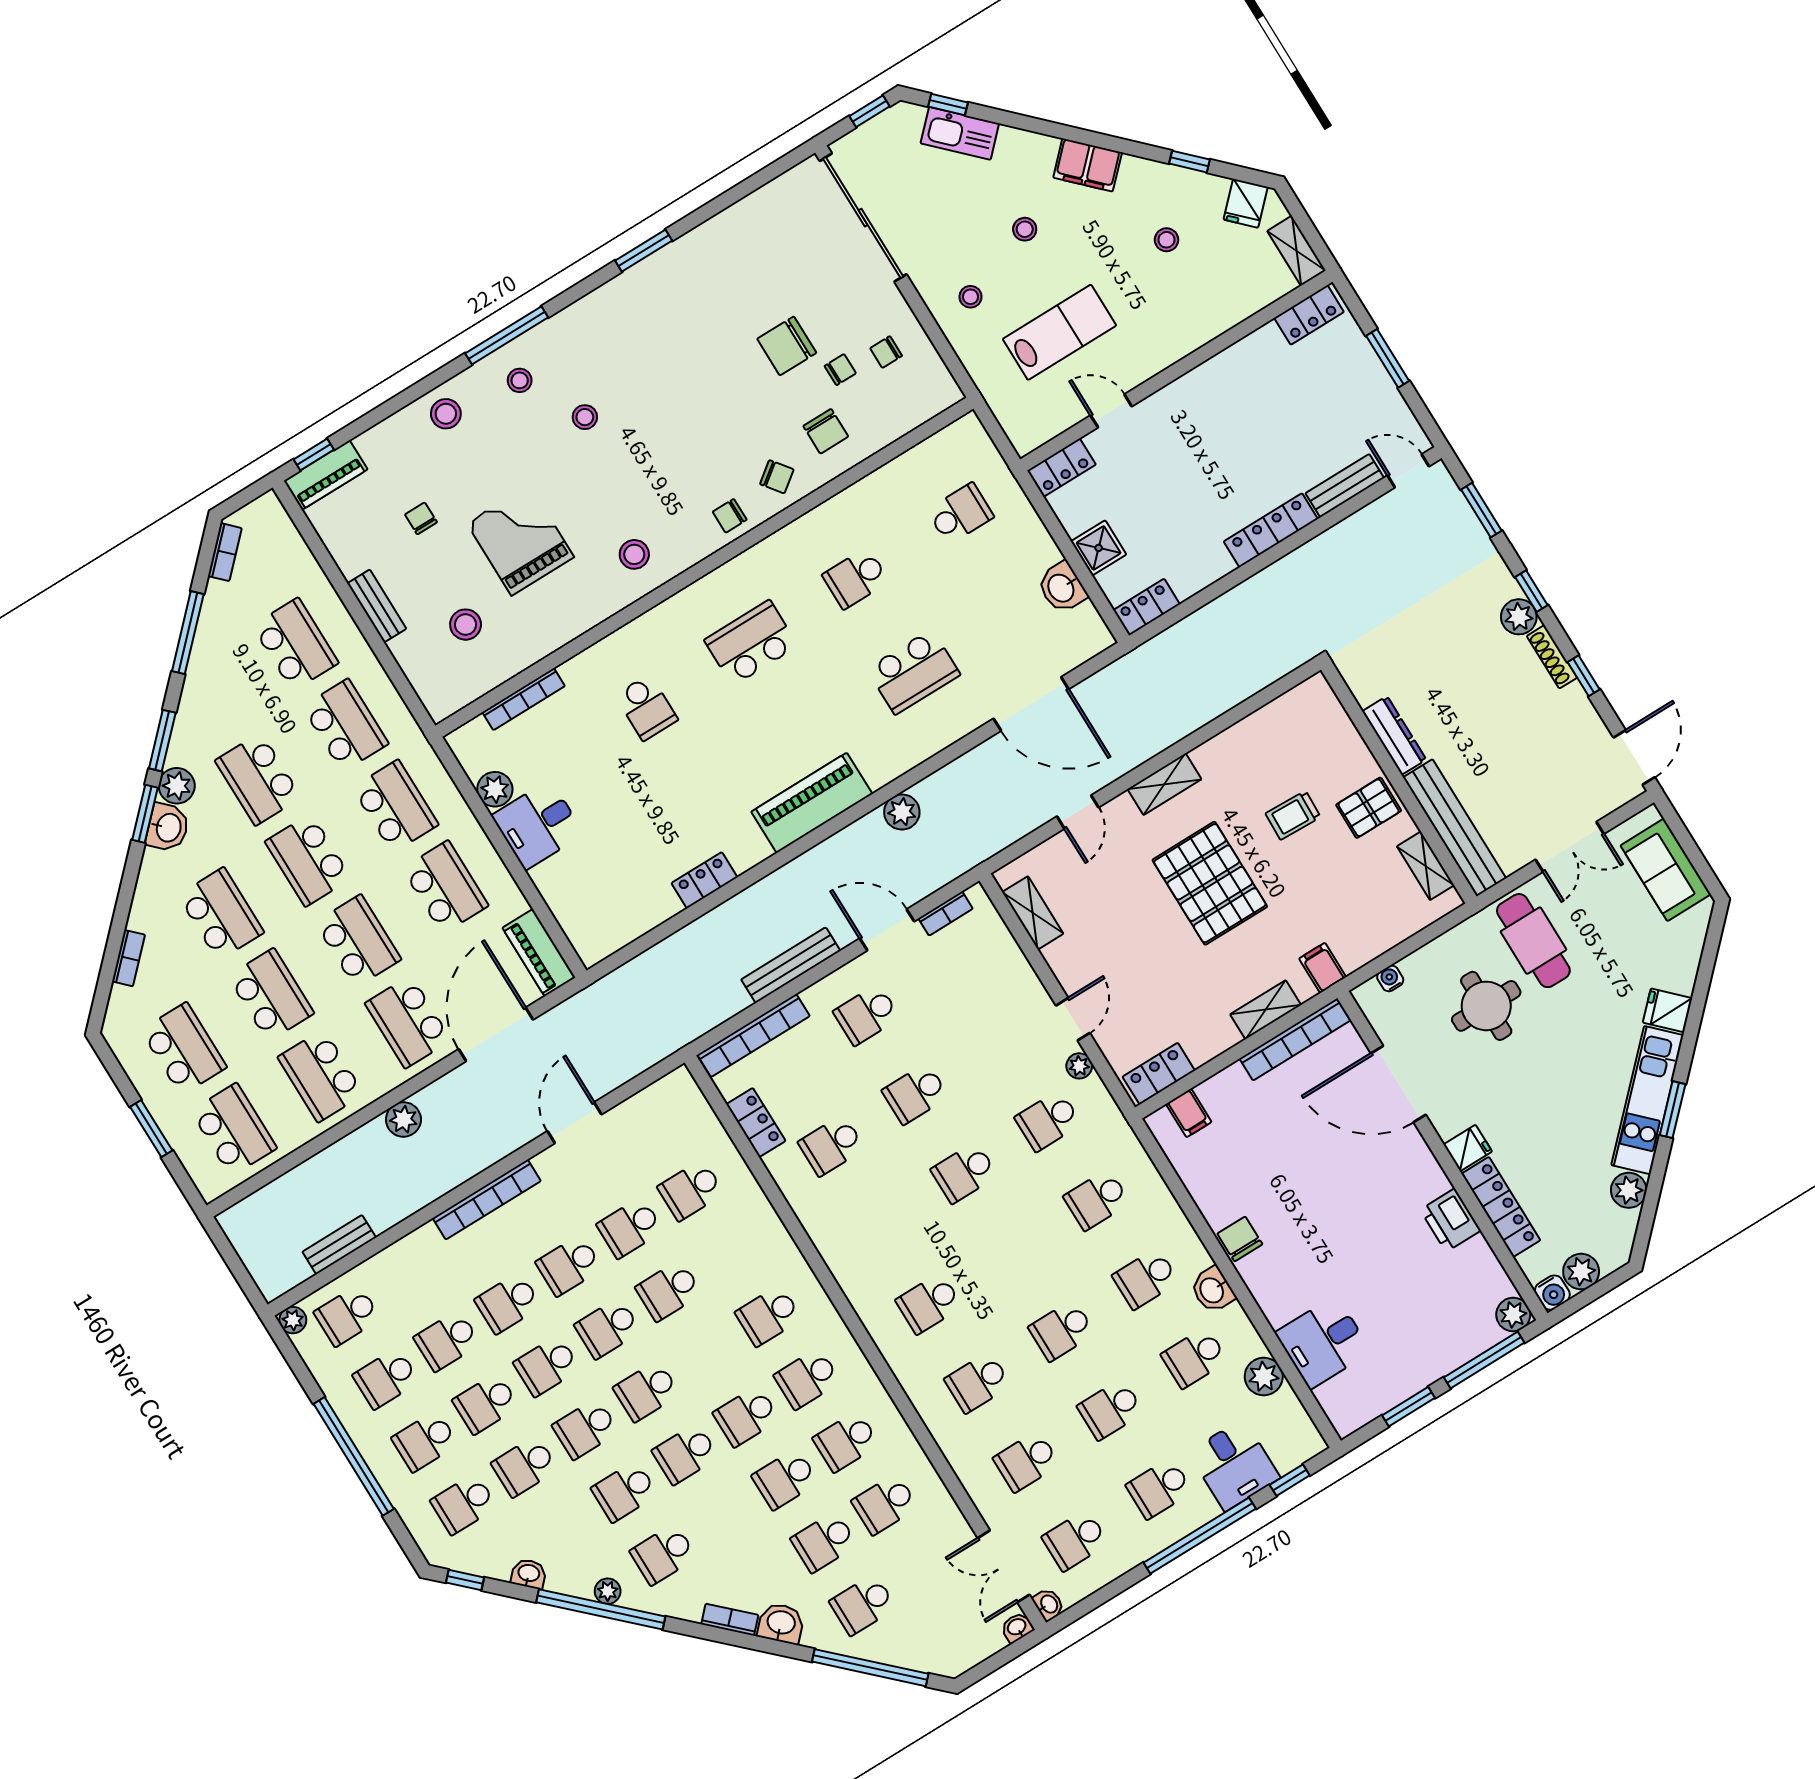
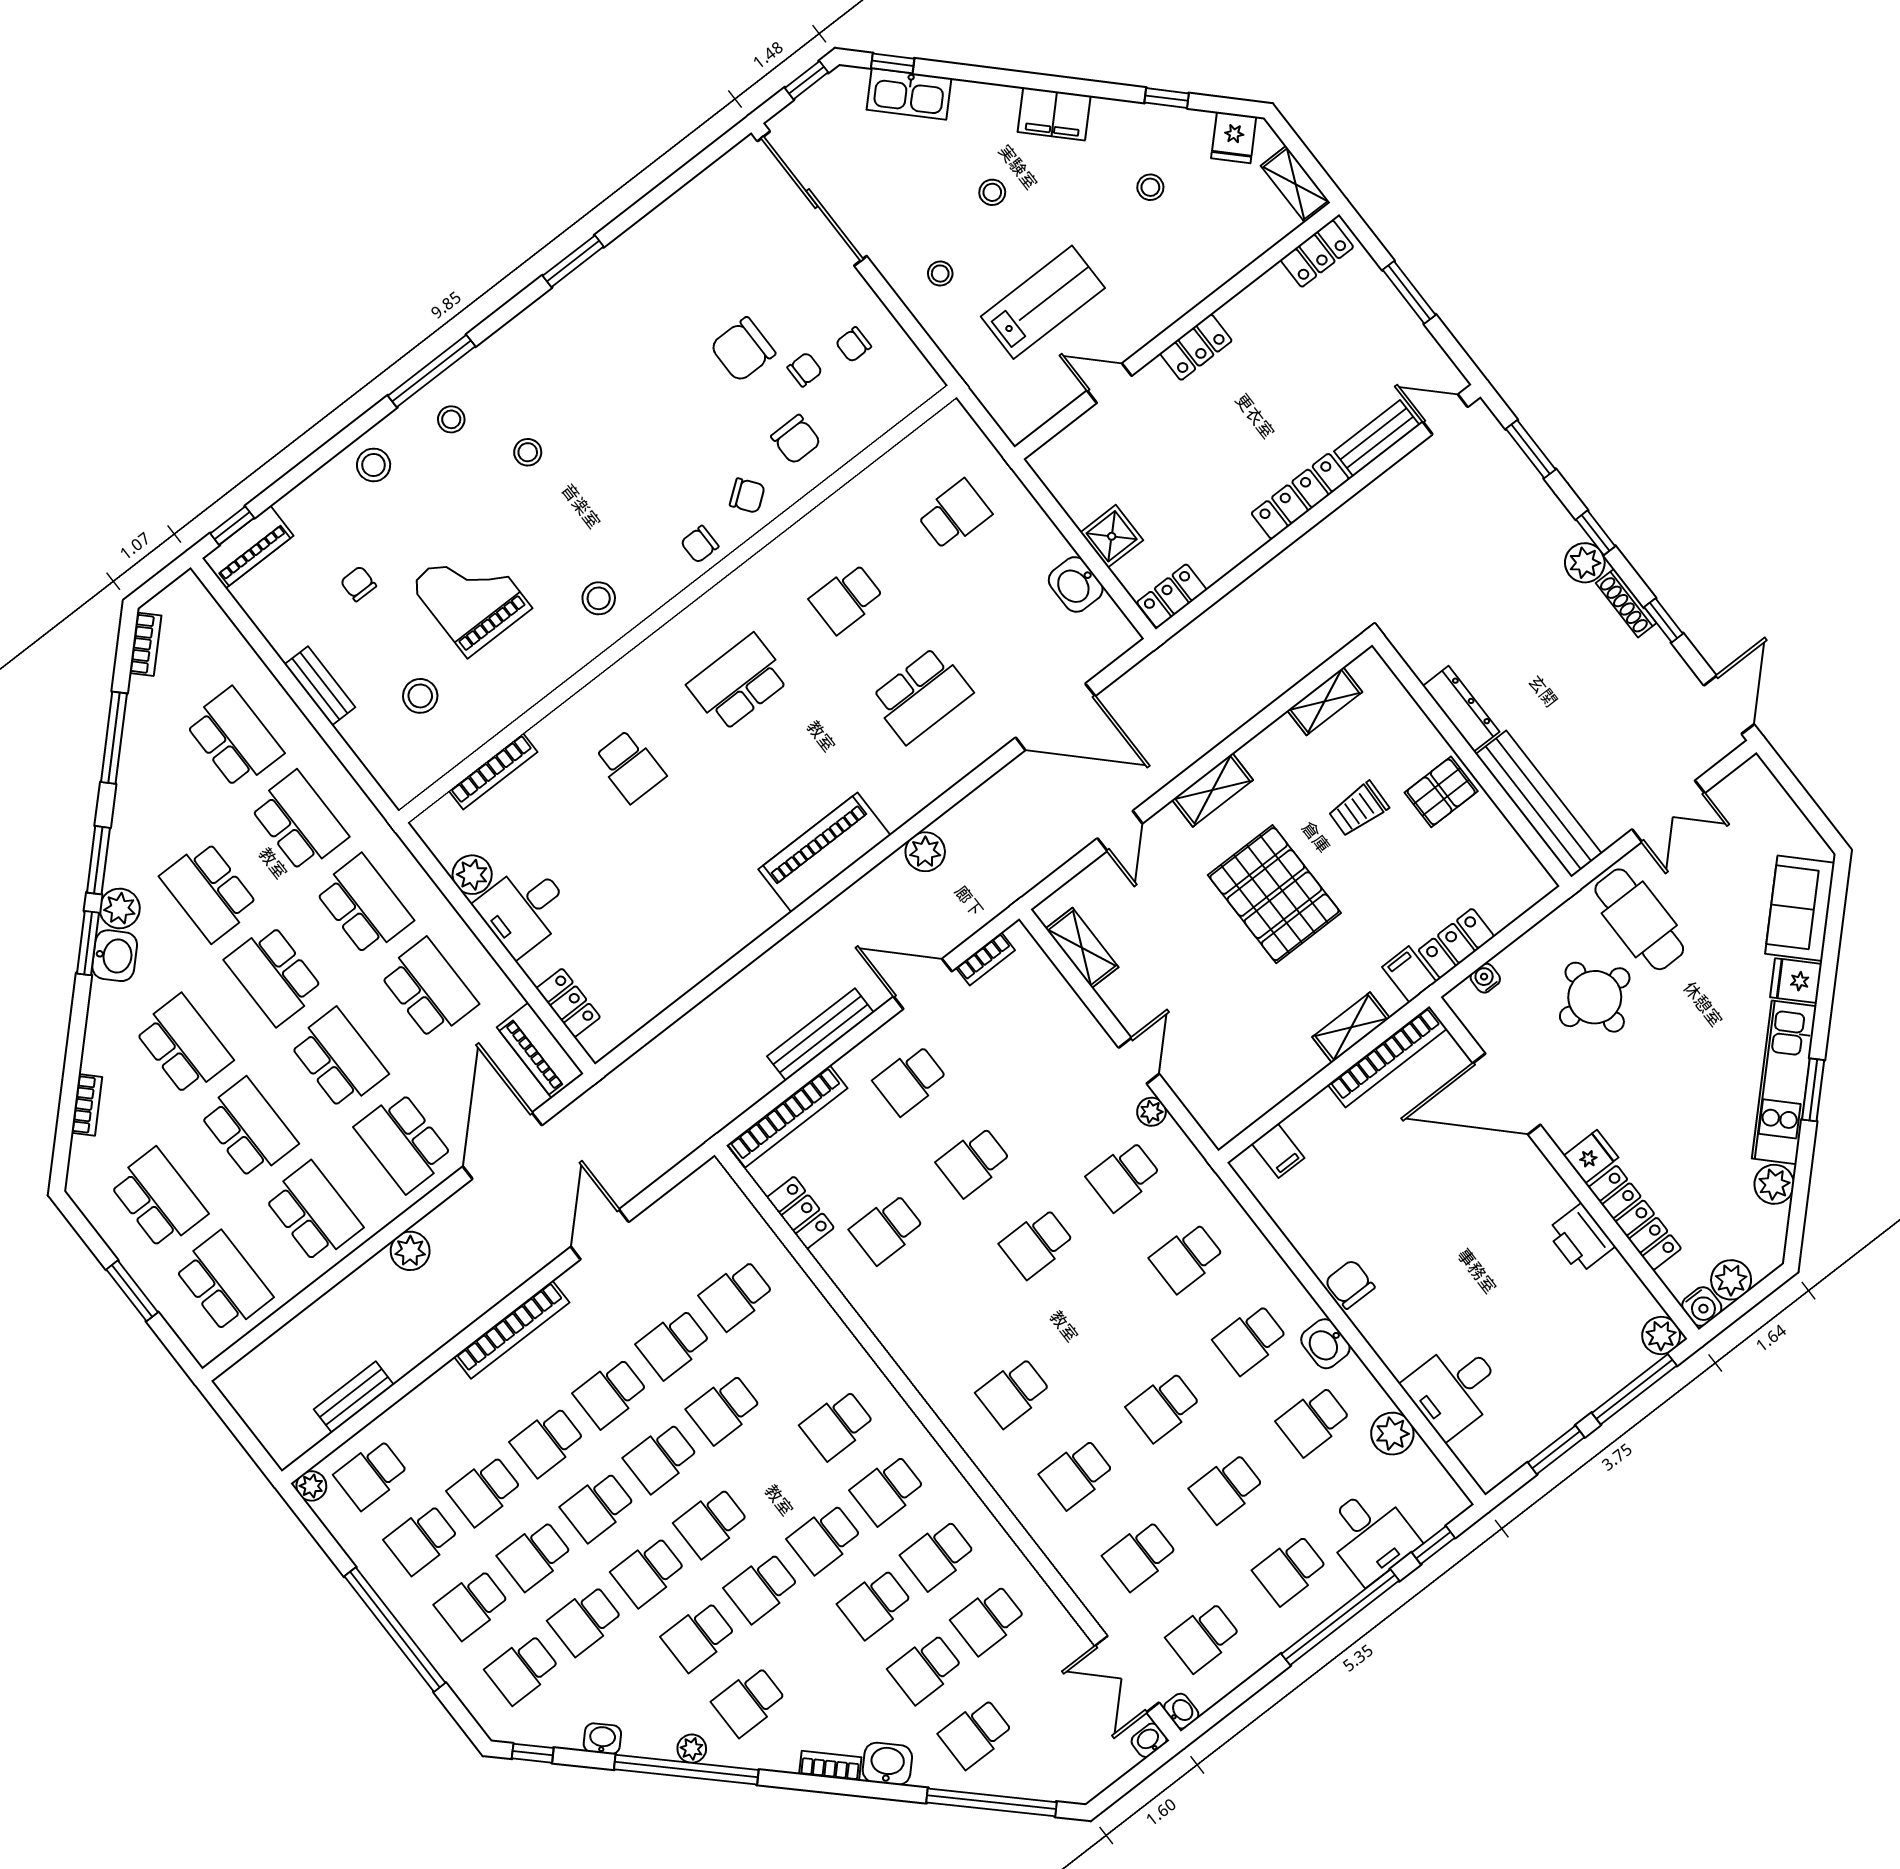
locker: (1061, 468) -> (1196, 347), moved
shelving: (1426, 866) -> (1325, 701), moved, turned 90
sofa: (1666, 870) -> (1800, 908), moved, turned 45
locker: (705, 880) -> (568, 1003), moved, turned 90
locker: (1159, 1074) -> (1456, 943), moved
school desk: (321, 1076) -> (314, 1212), turned 180

